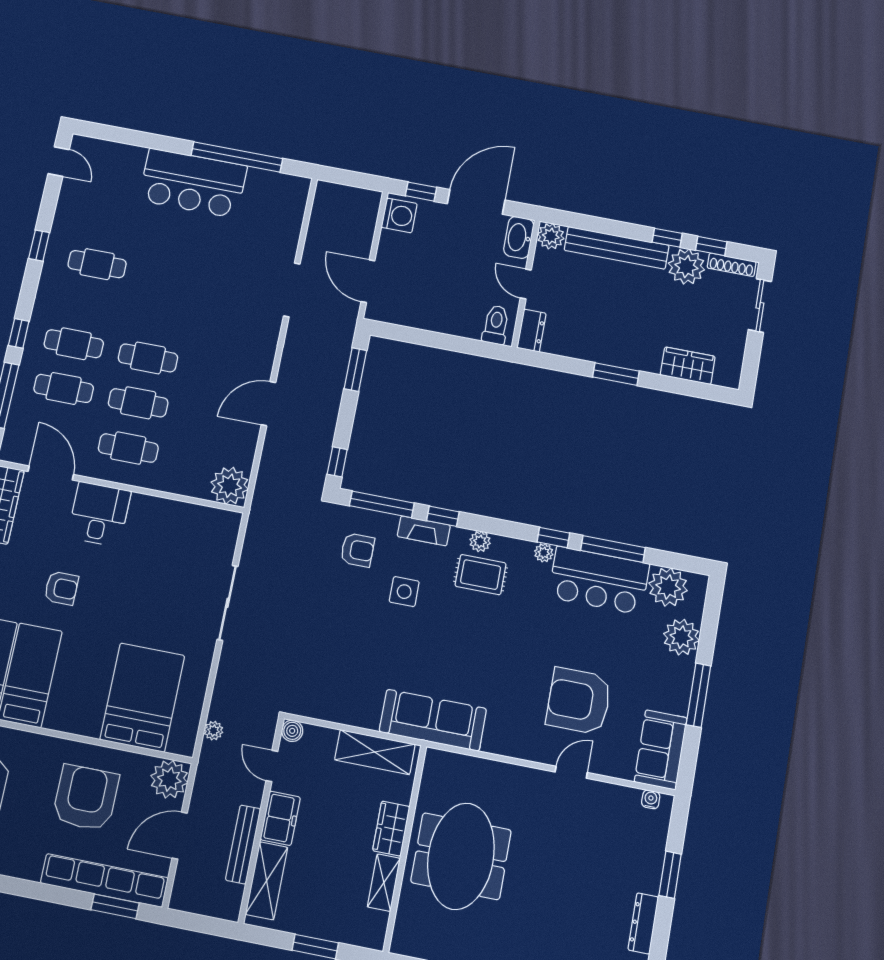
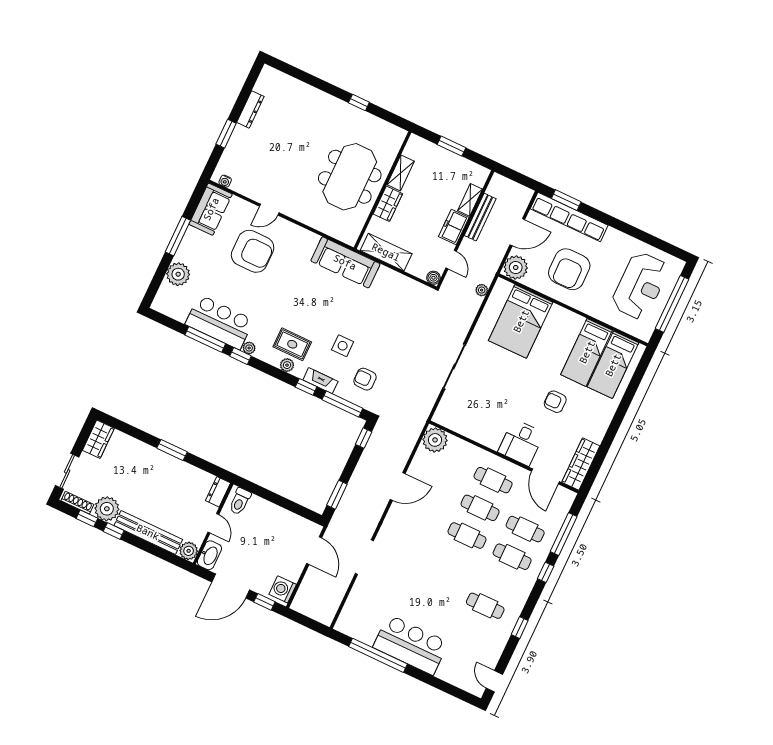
wardrobe: (688, 366) -> (98, 439), moved, turned -90
plant: (668, 587) -> (177, 307), removed
shelving: (267, 881) -> (470, 200), width x0.67, depth x0.75

